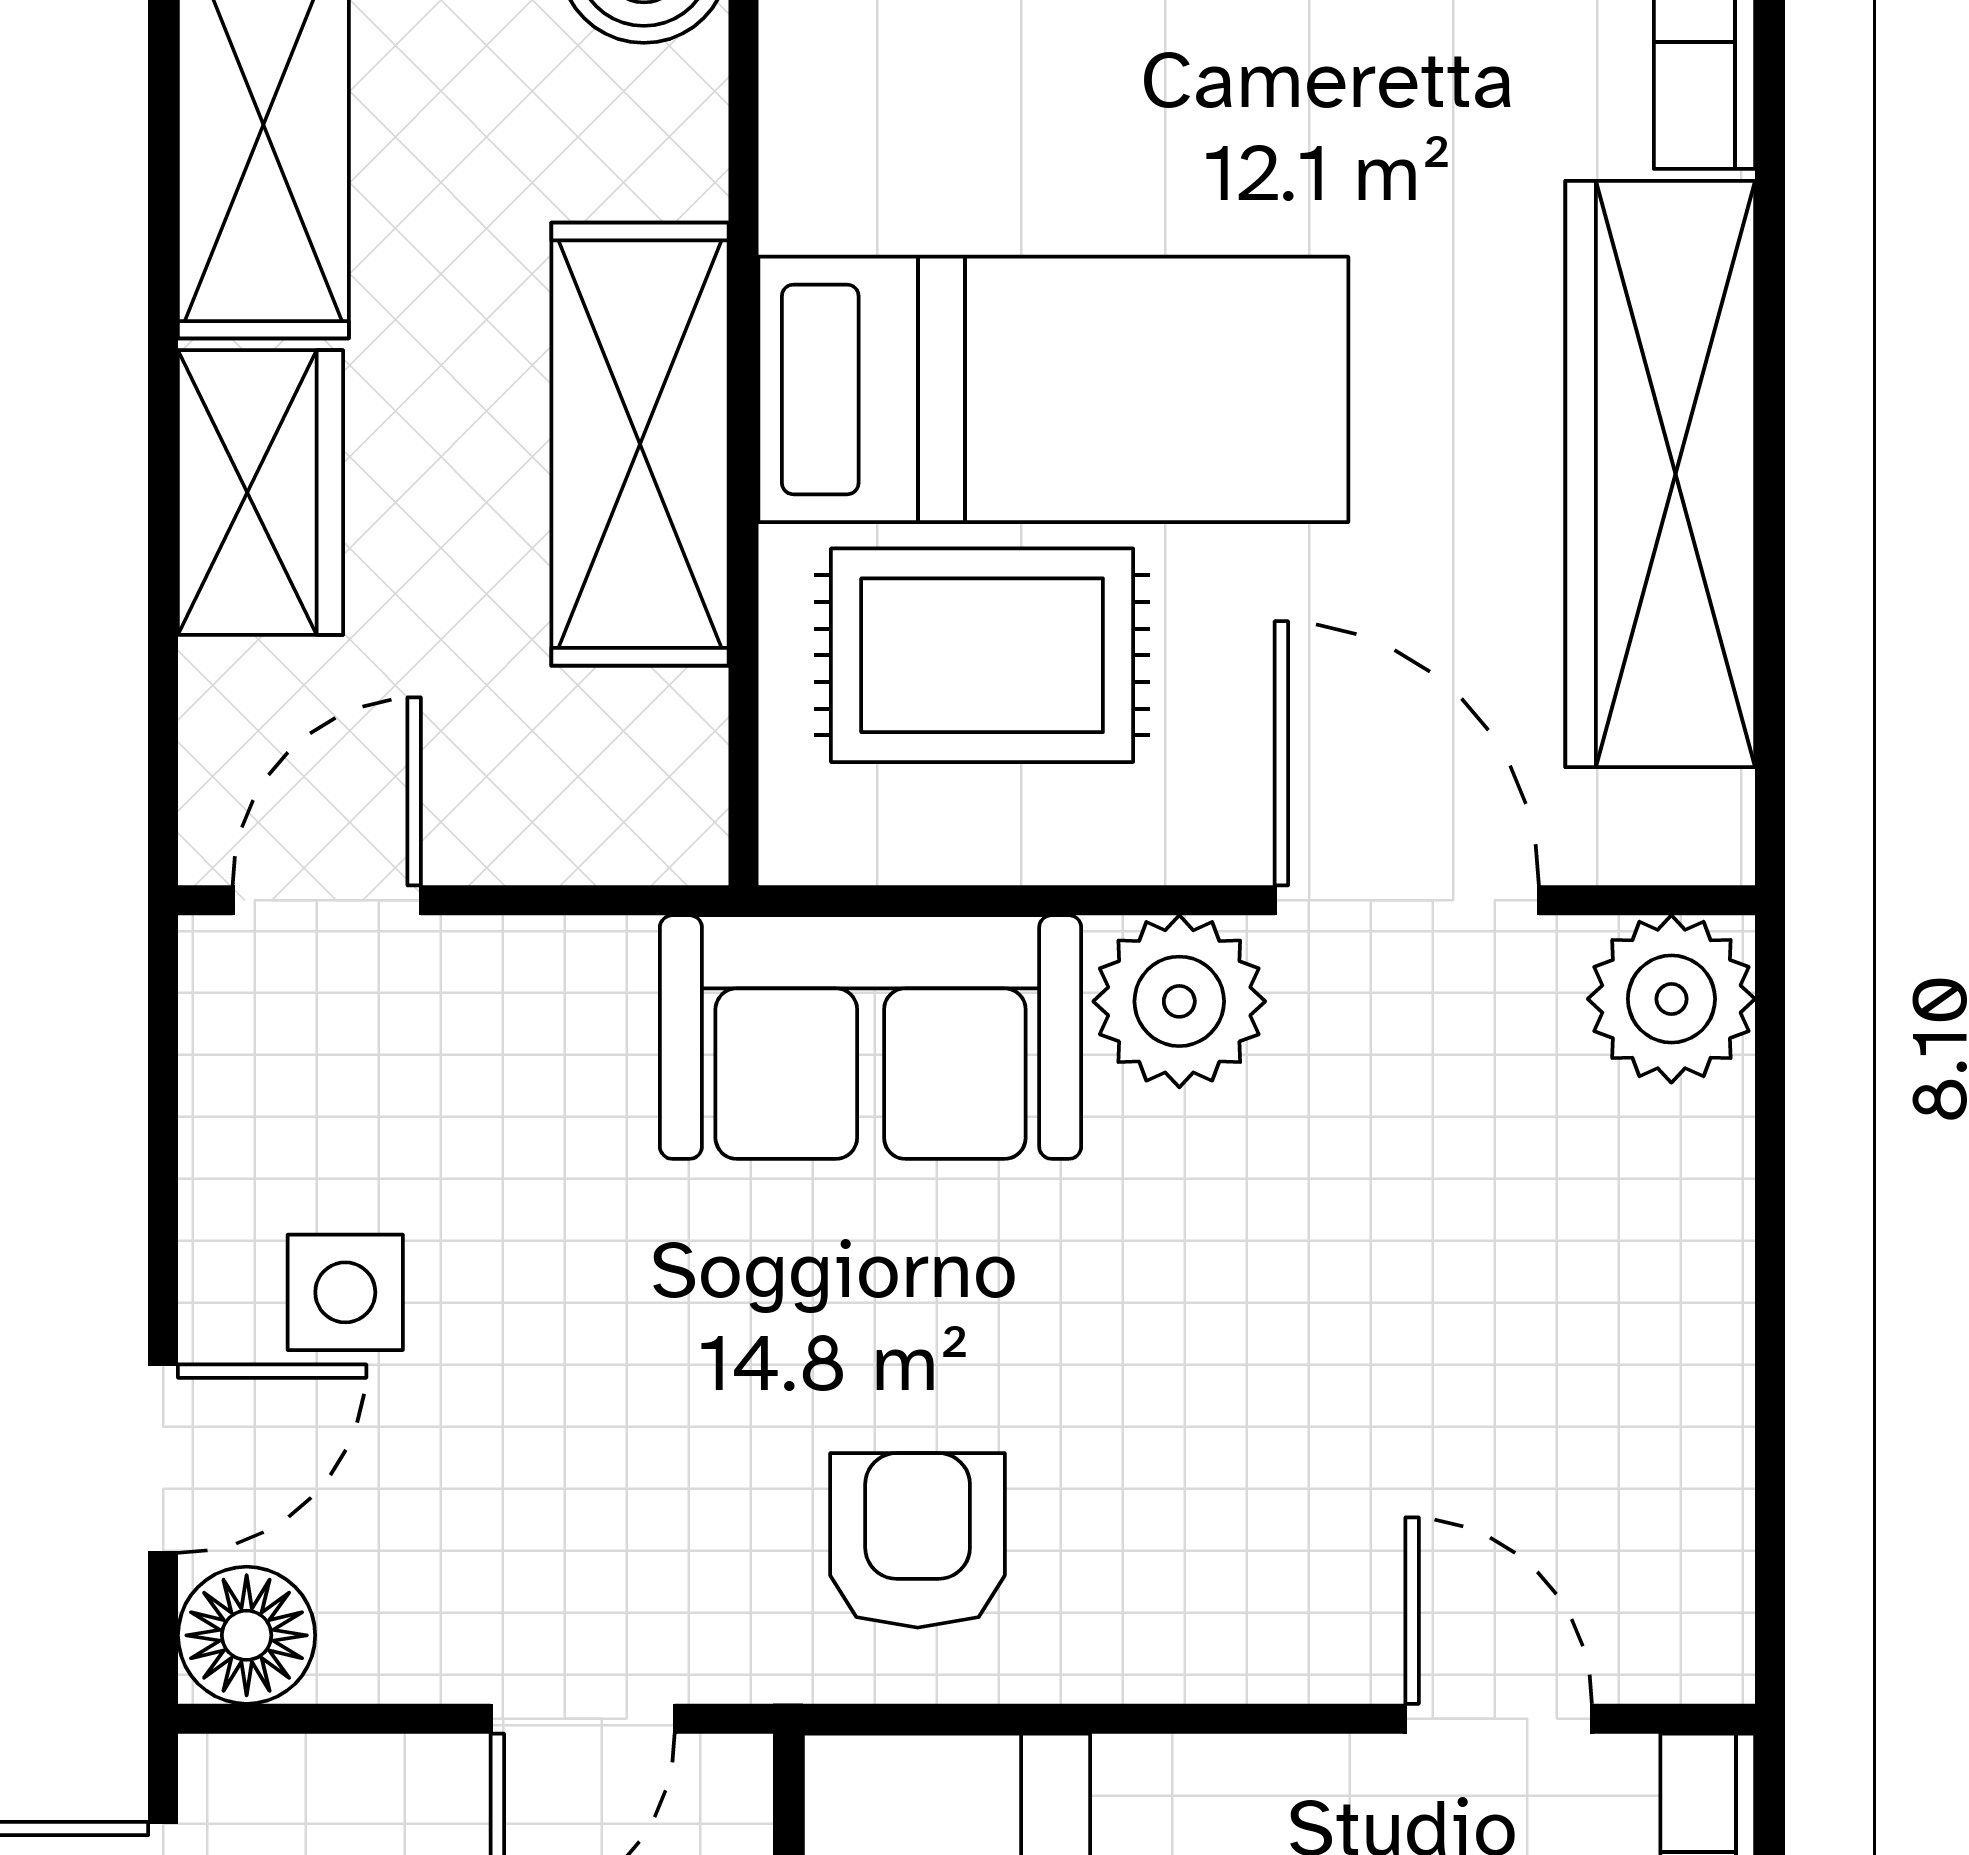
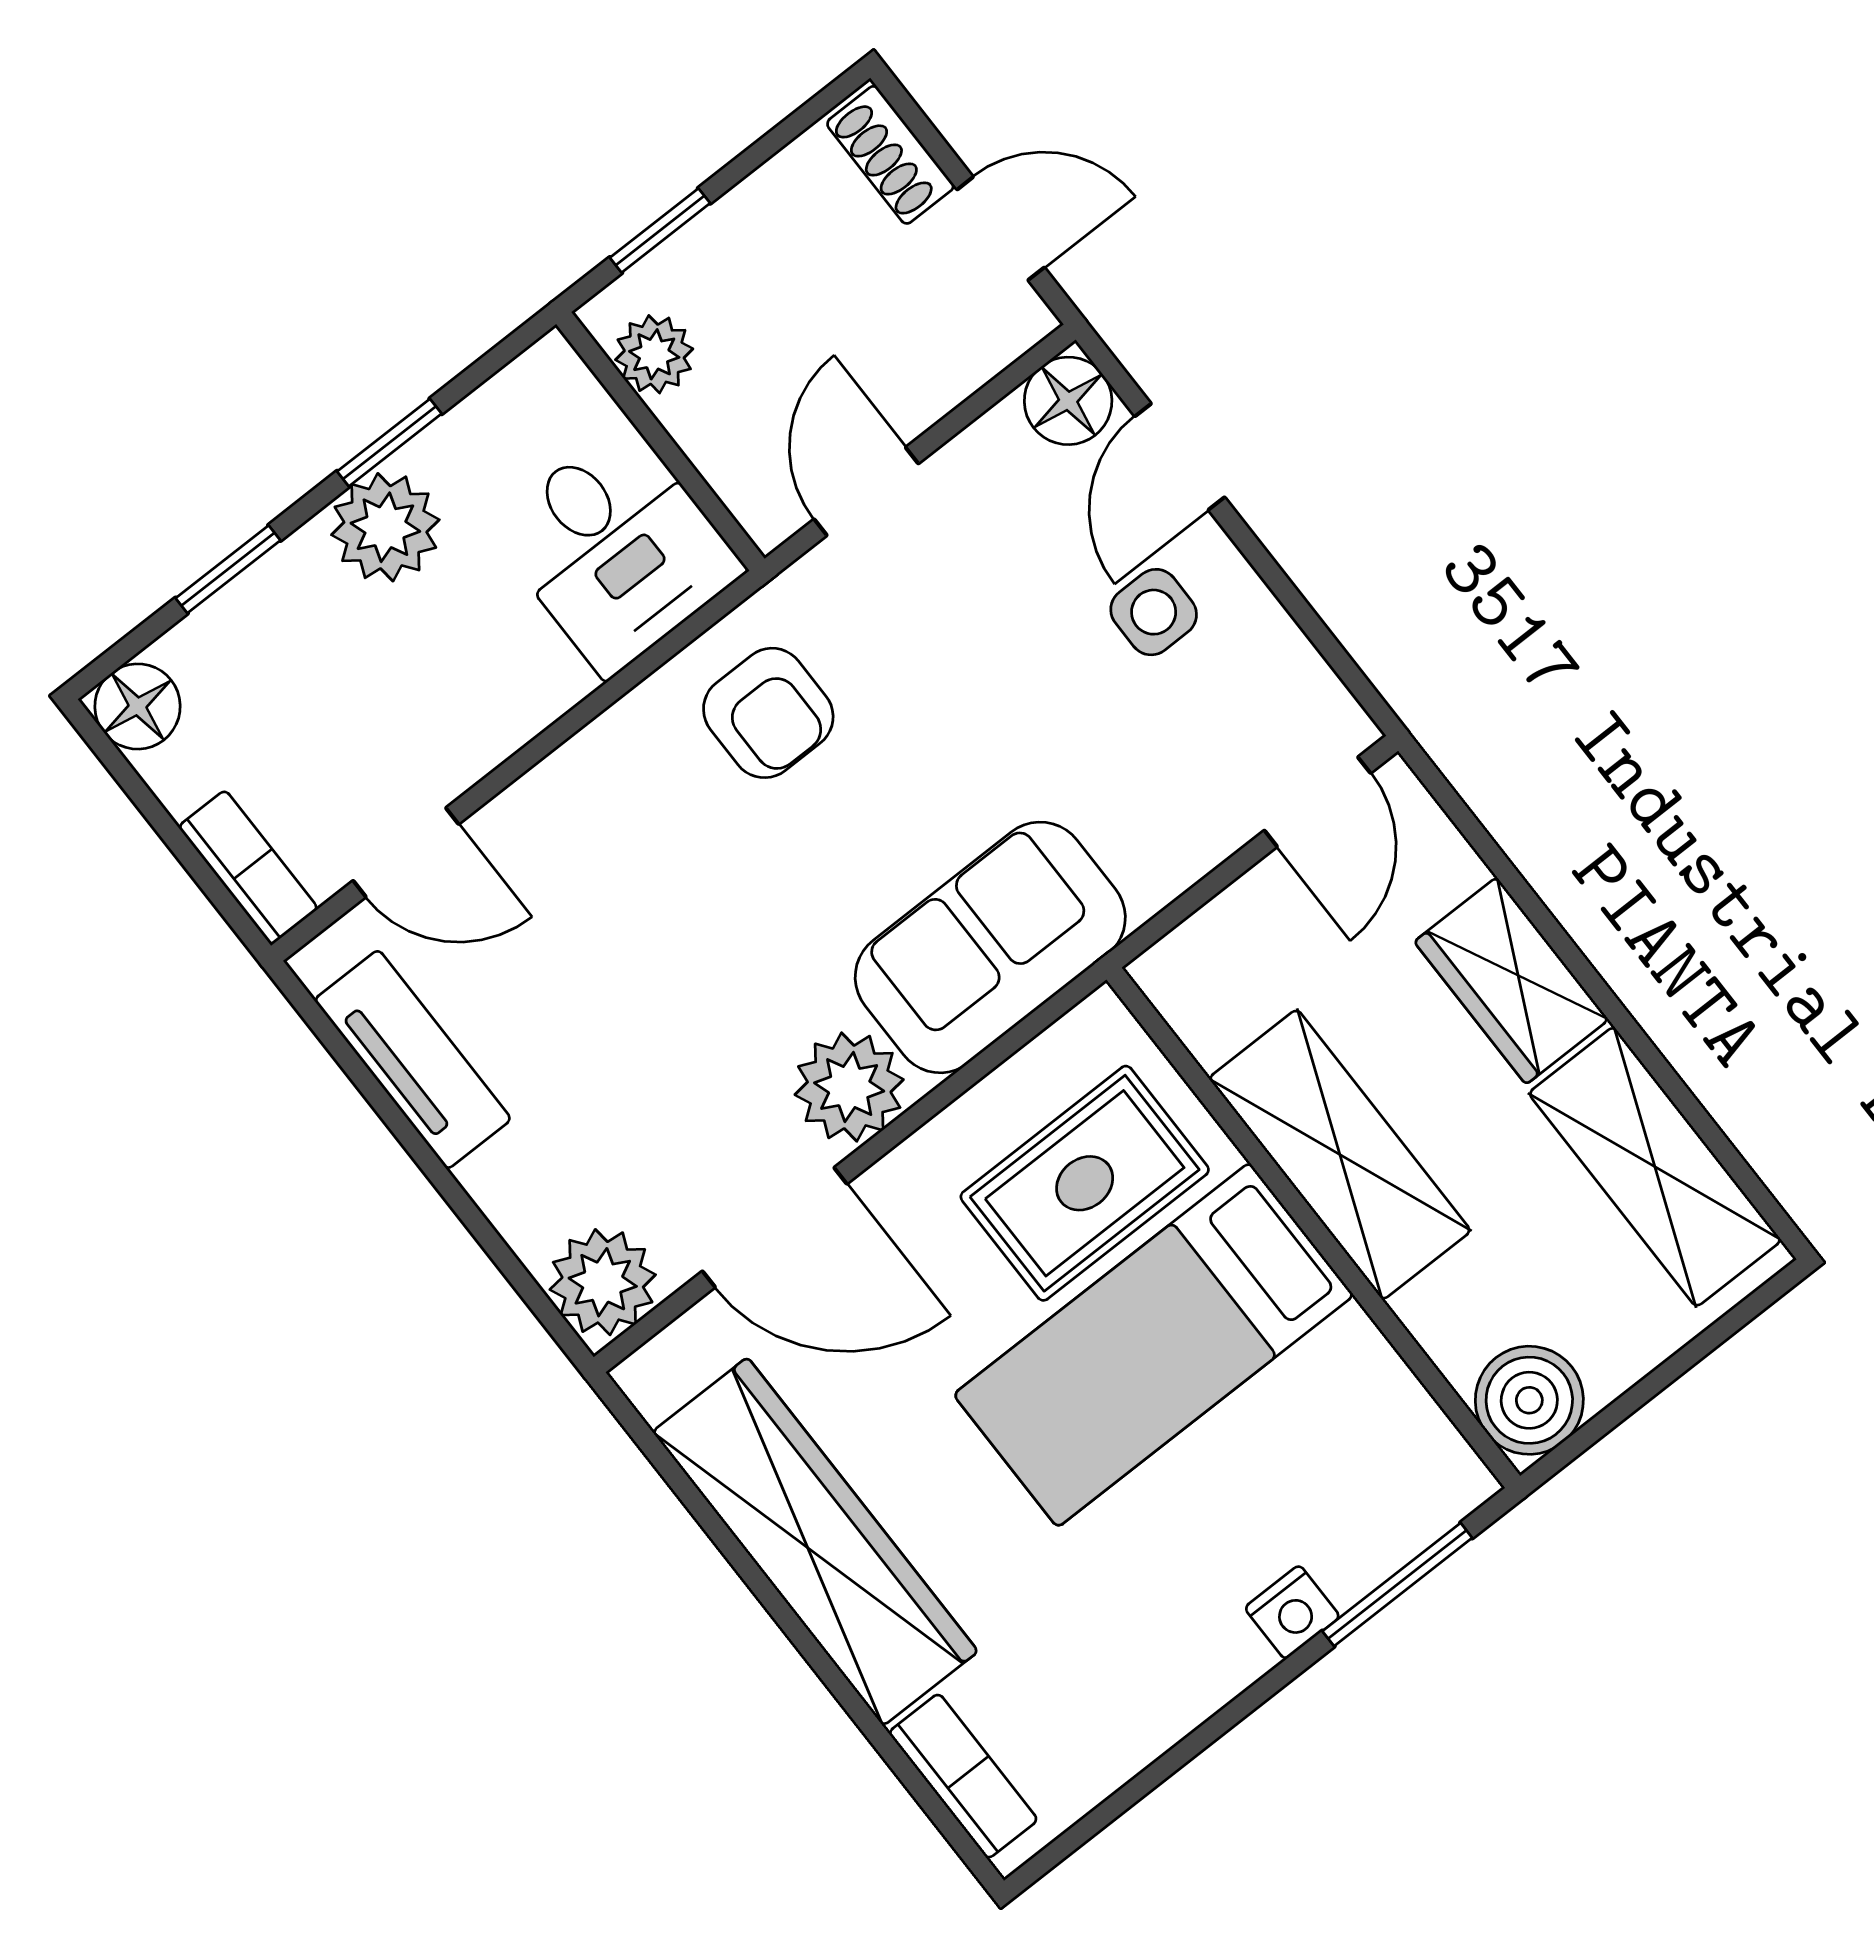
tv unit: (1690, 1457) -> (413, 1059), added

